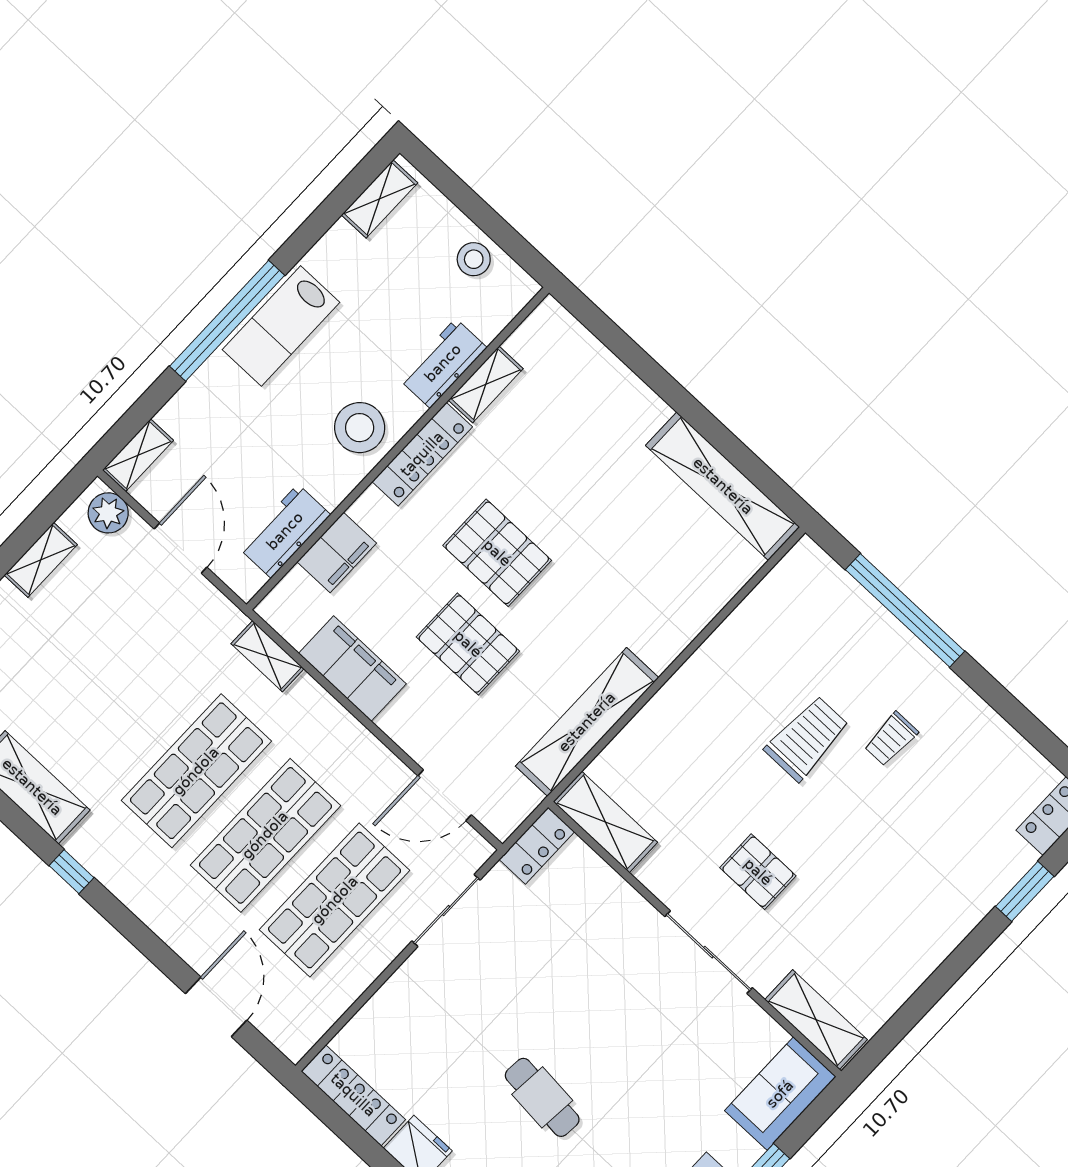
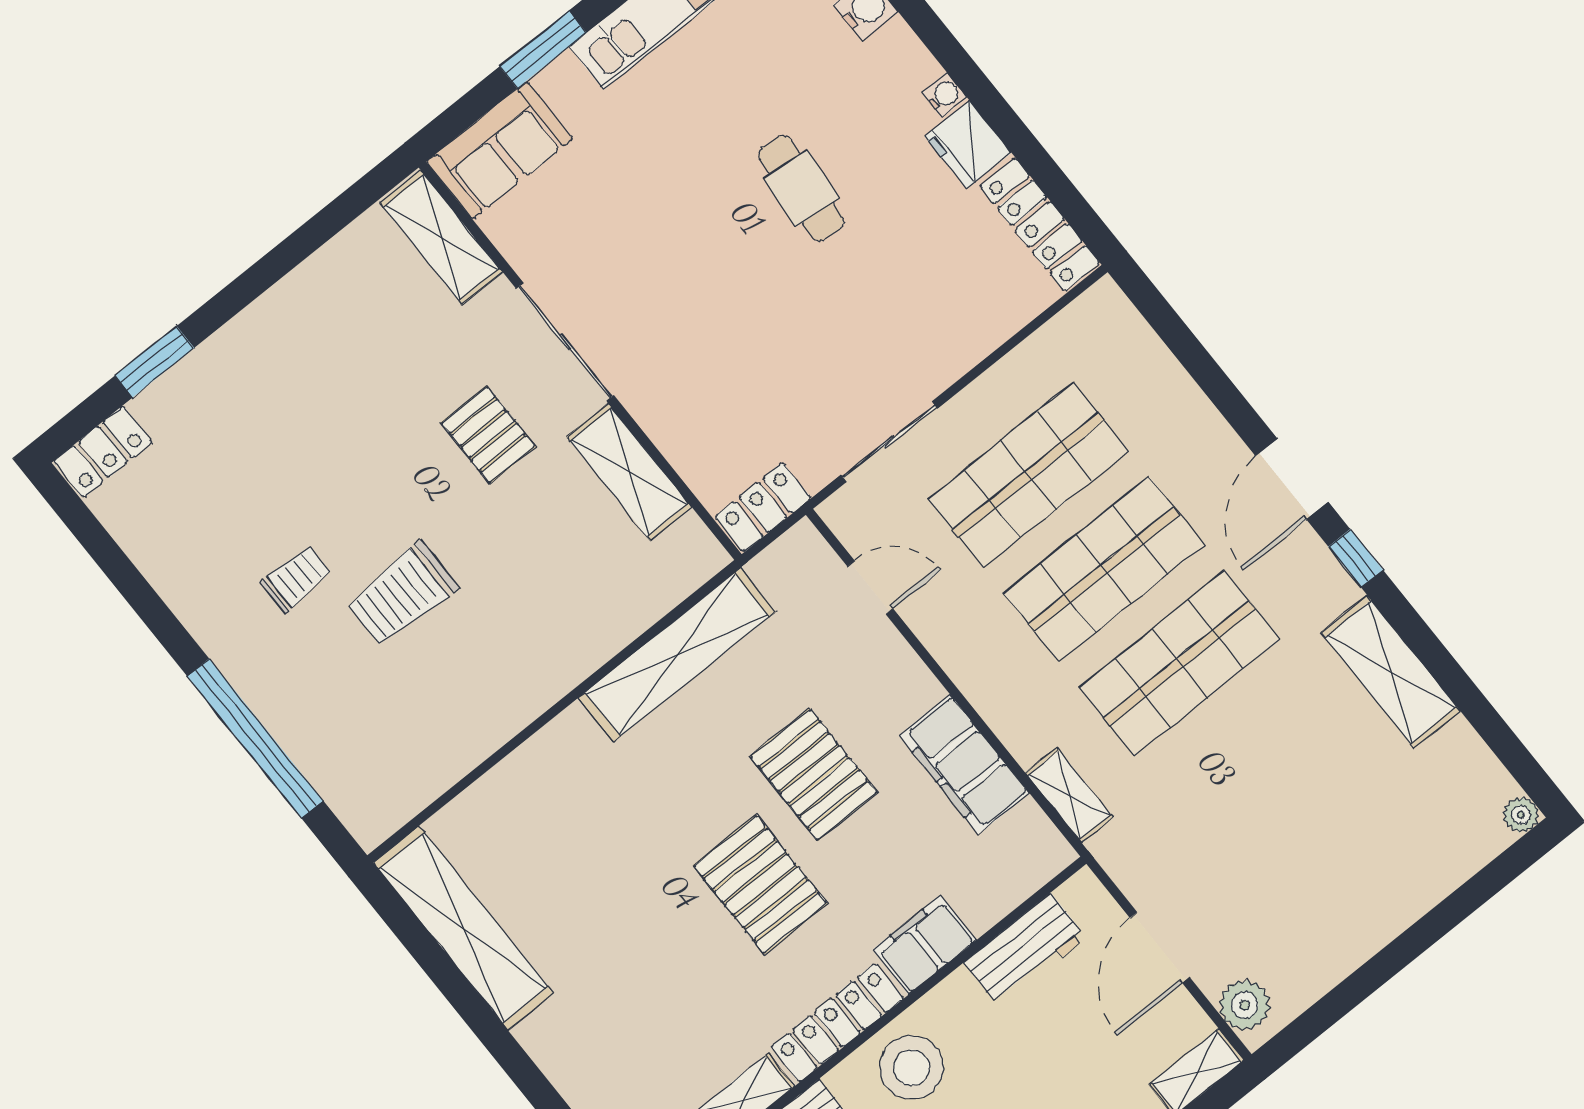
filing cabinet: (337, 552) -> (924, 945), moved
shelving: (41, 560) -> (1338, 958), removed
door: (445, 795) -> (870, 588), width x0.73
shelving: (605, 822) -> (629, 472), moved
door: (216, 1007) -> (1292, 479), moved

